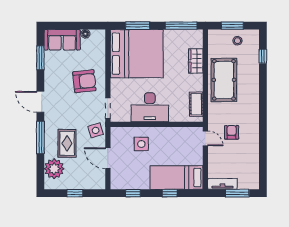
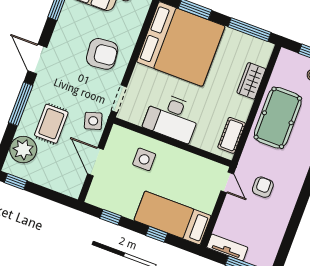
window: (75, 193) -> (16, 182), moved

